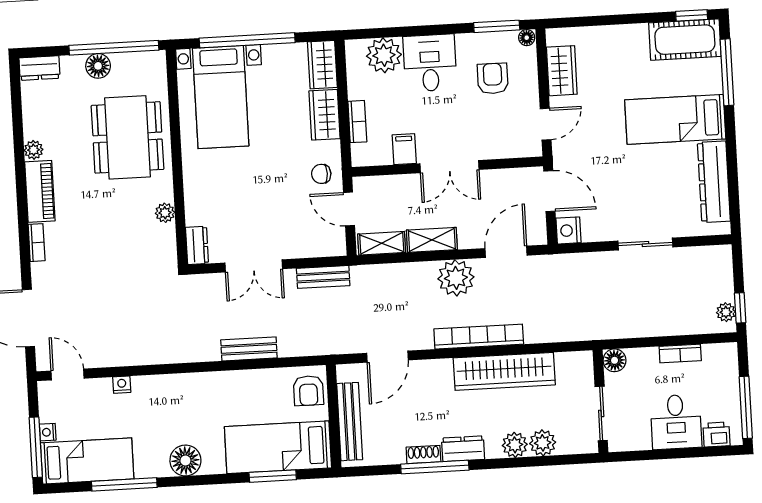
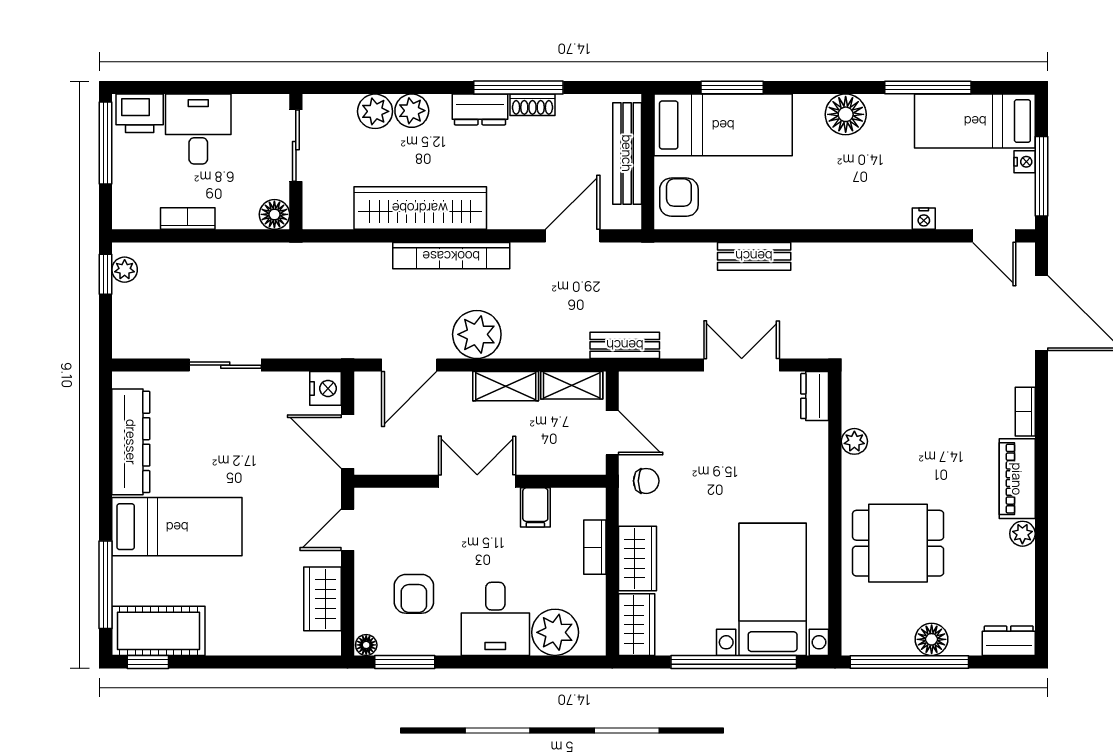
dining table: (128, 137) -> (898, 543), width x0.73
bench: (323, 277) -> (625, 345), moved
printer: (717, 434) -> (140, 113), width x1.36, depth x1.24
window: (36, 447) -> (1042, 176), moved

